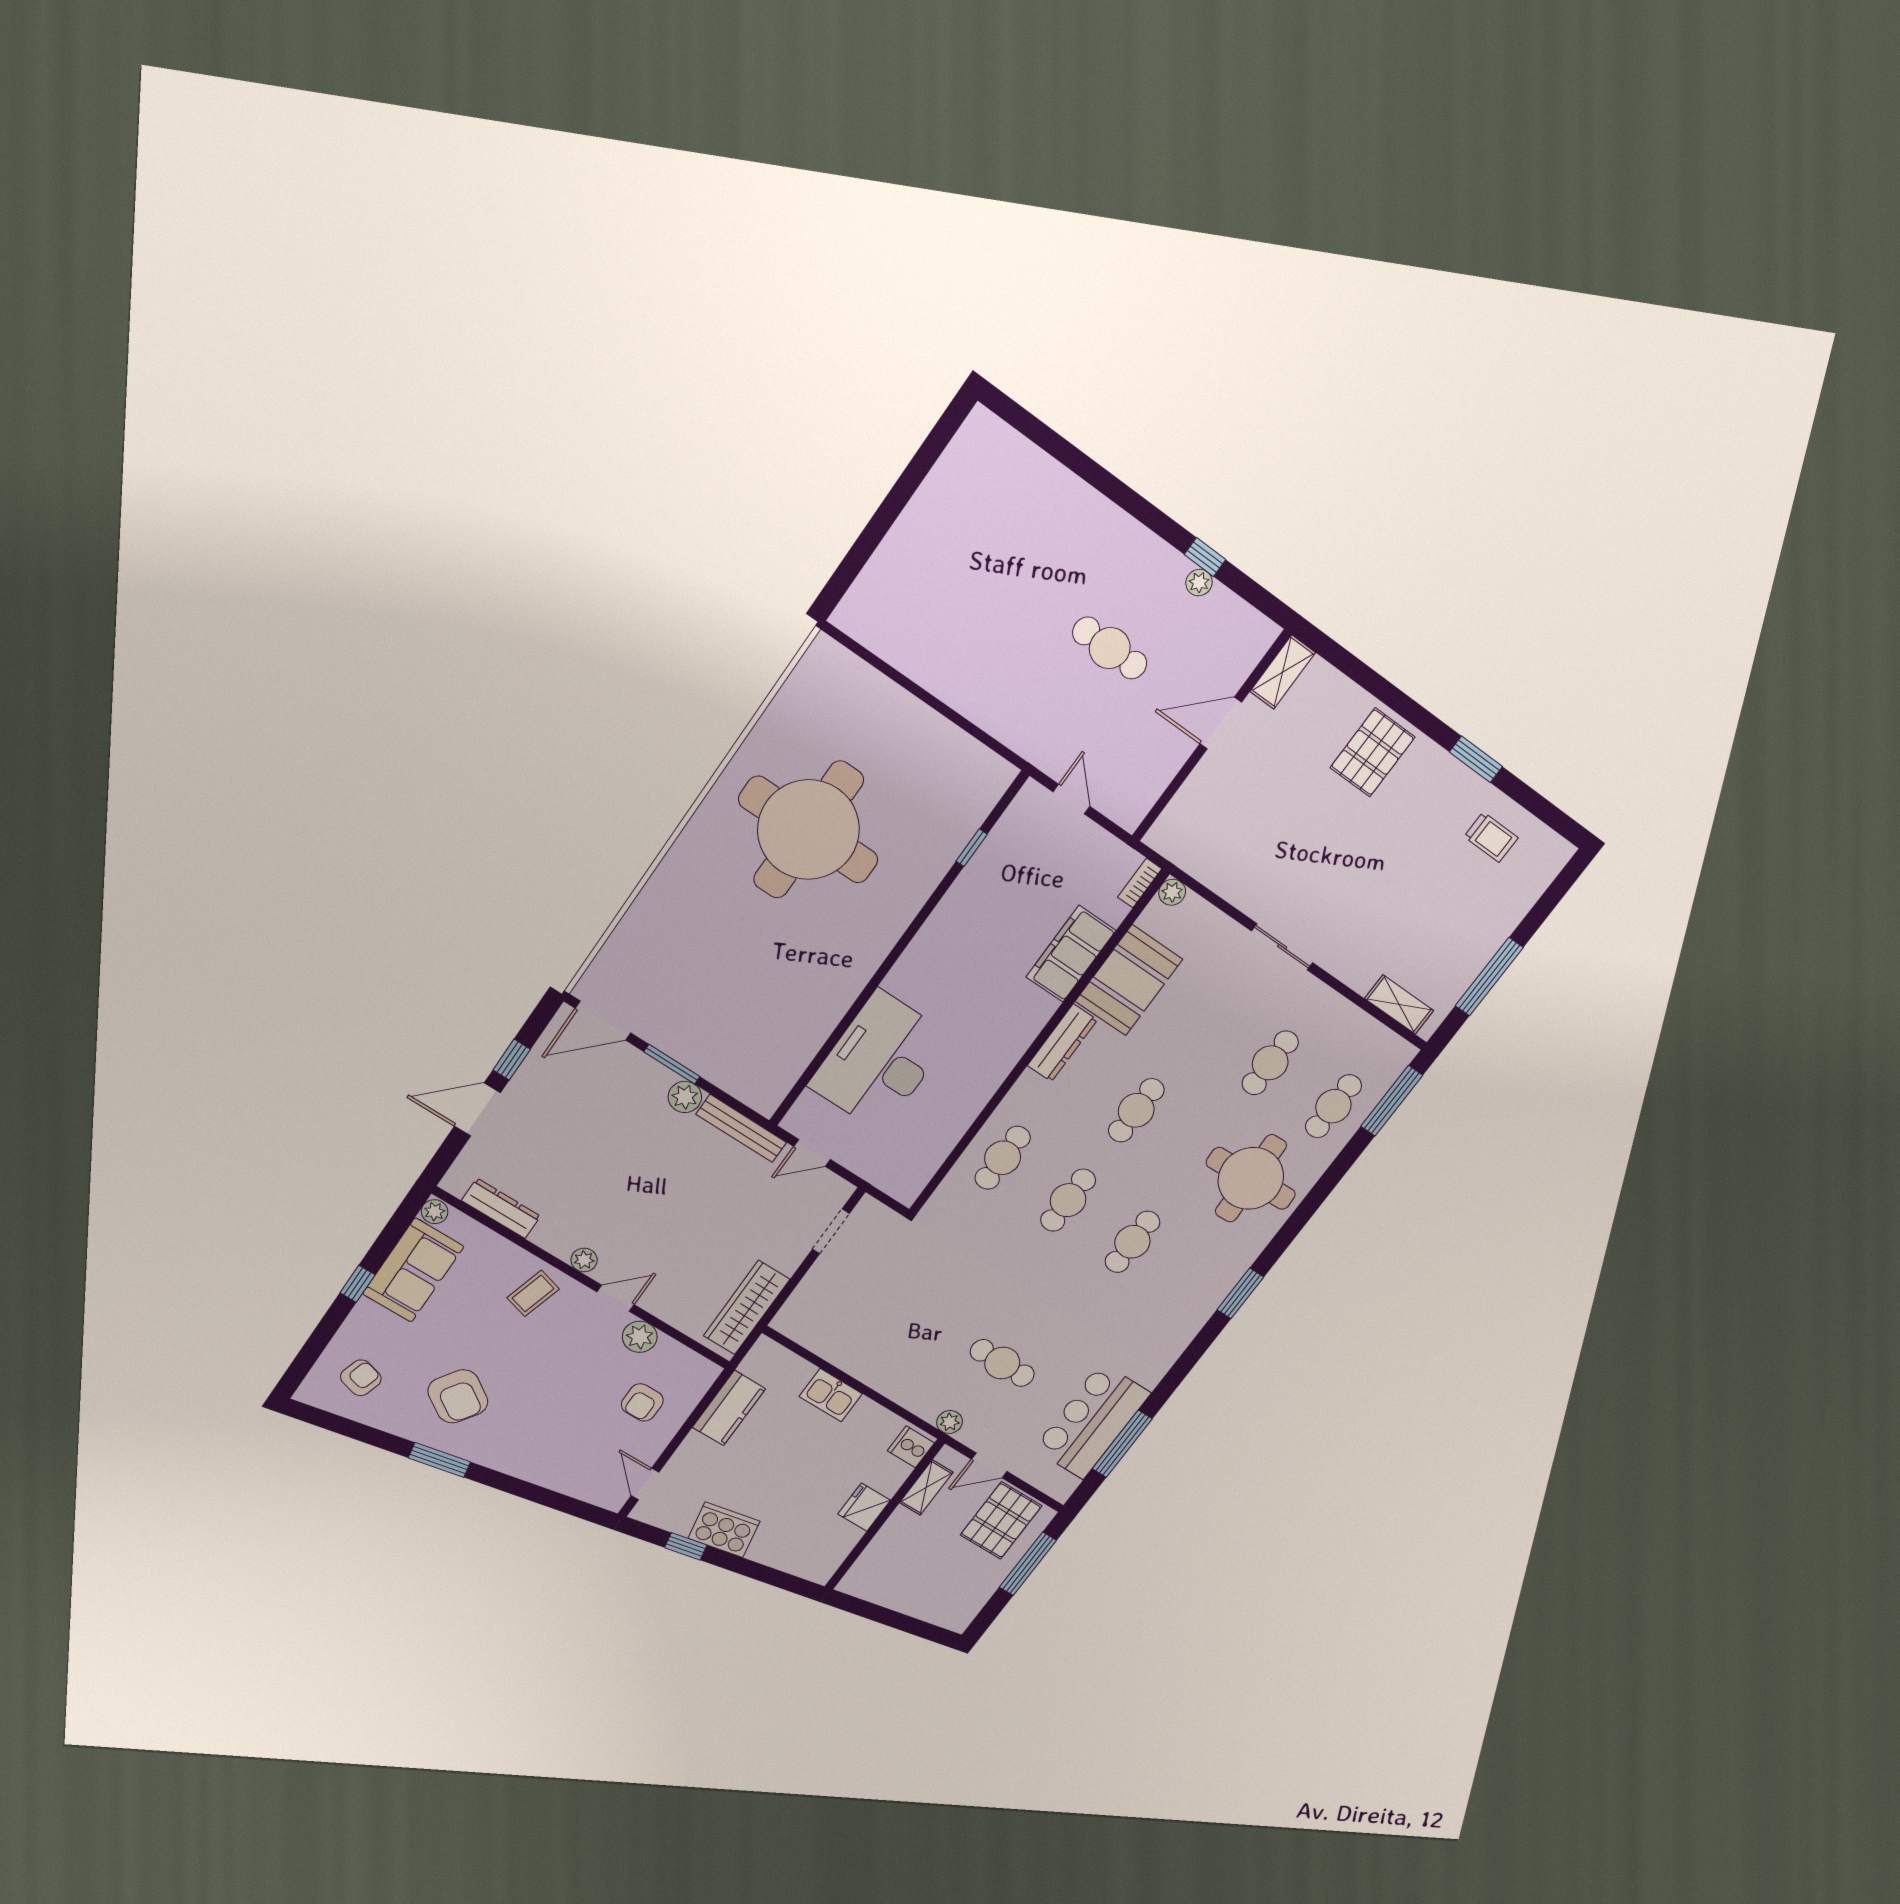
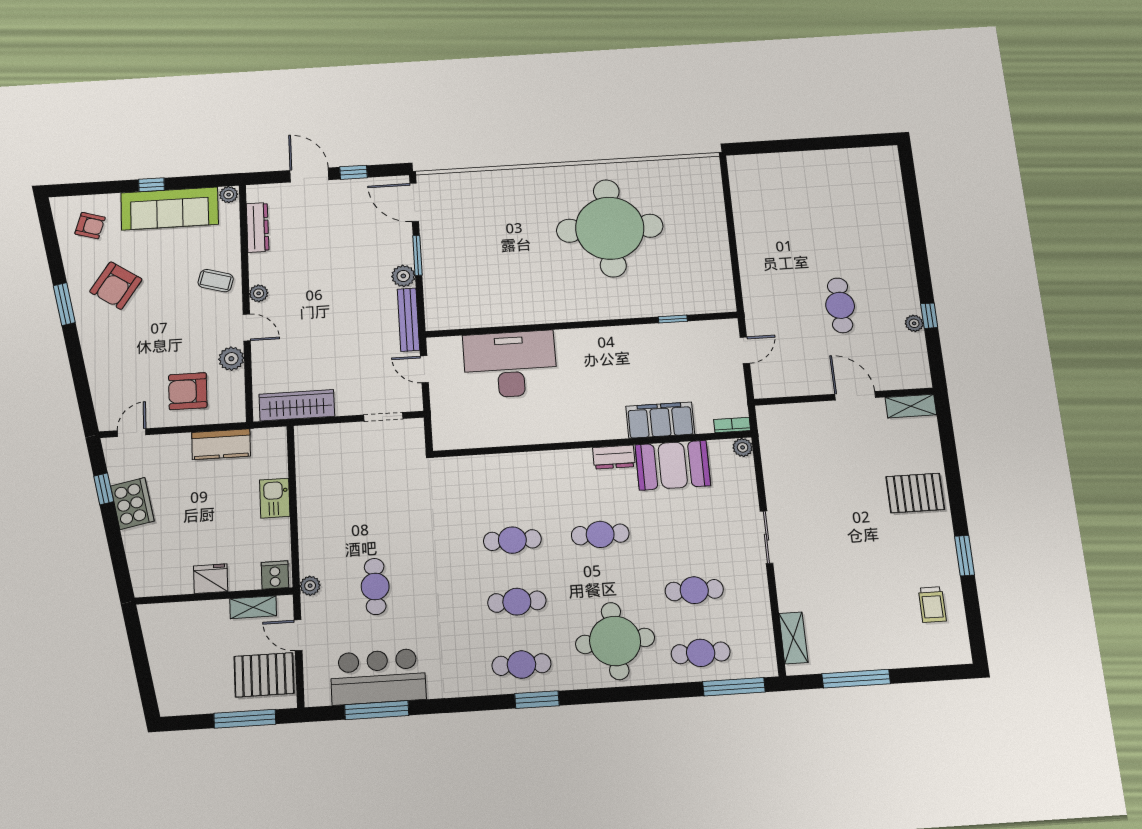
dresser: (1062, 1043) -> (614, 457), width x0.70
cafe table: (1003, 1158) -> (521, 665), moved
sofa: (413, 1270) -> (170, 209), width x1.36
armchair: (642, 1402) -> (188, 391), width x1.38, depth x1.38

